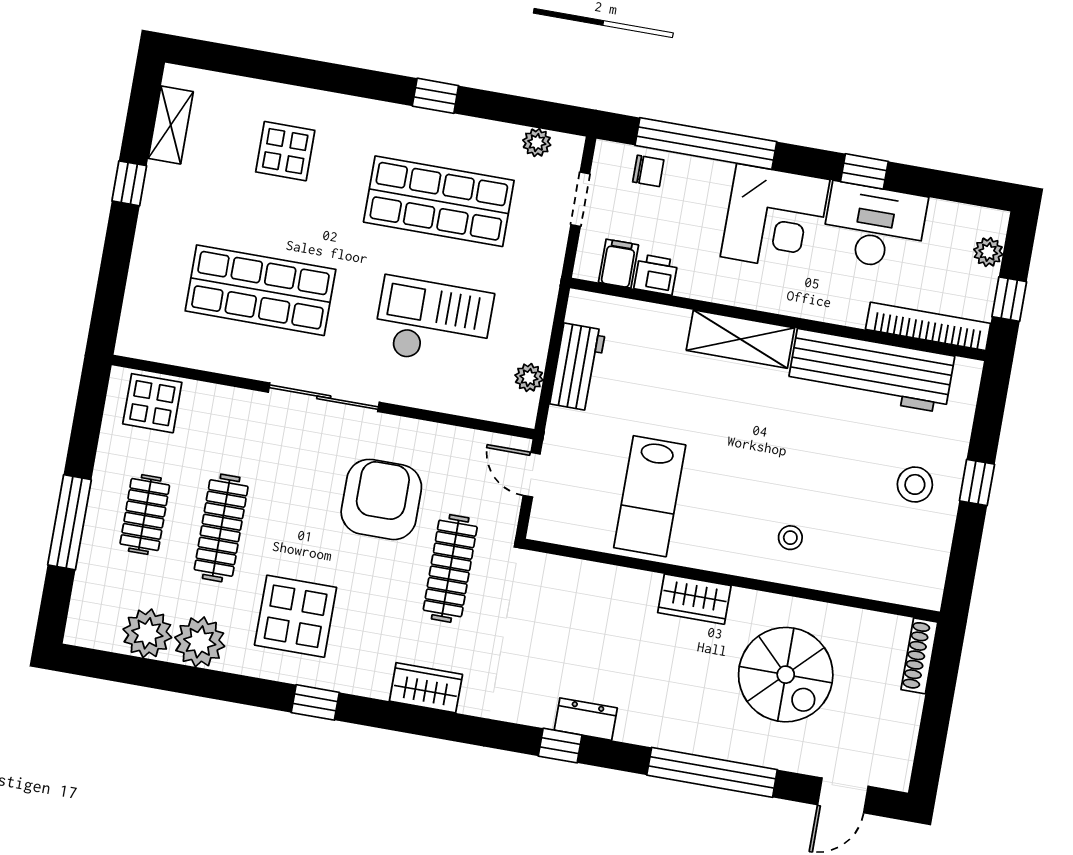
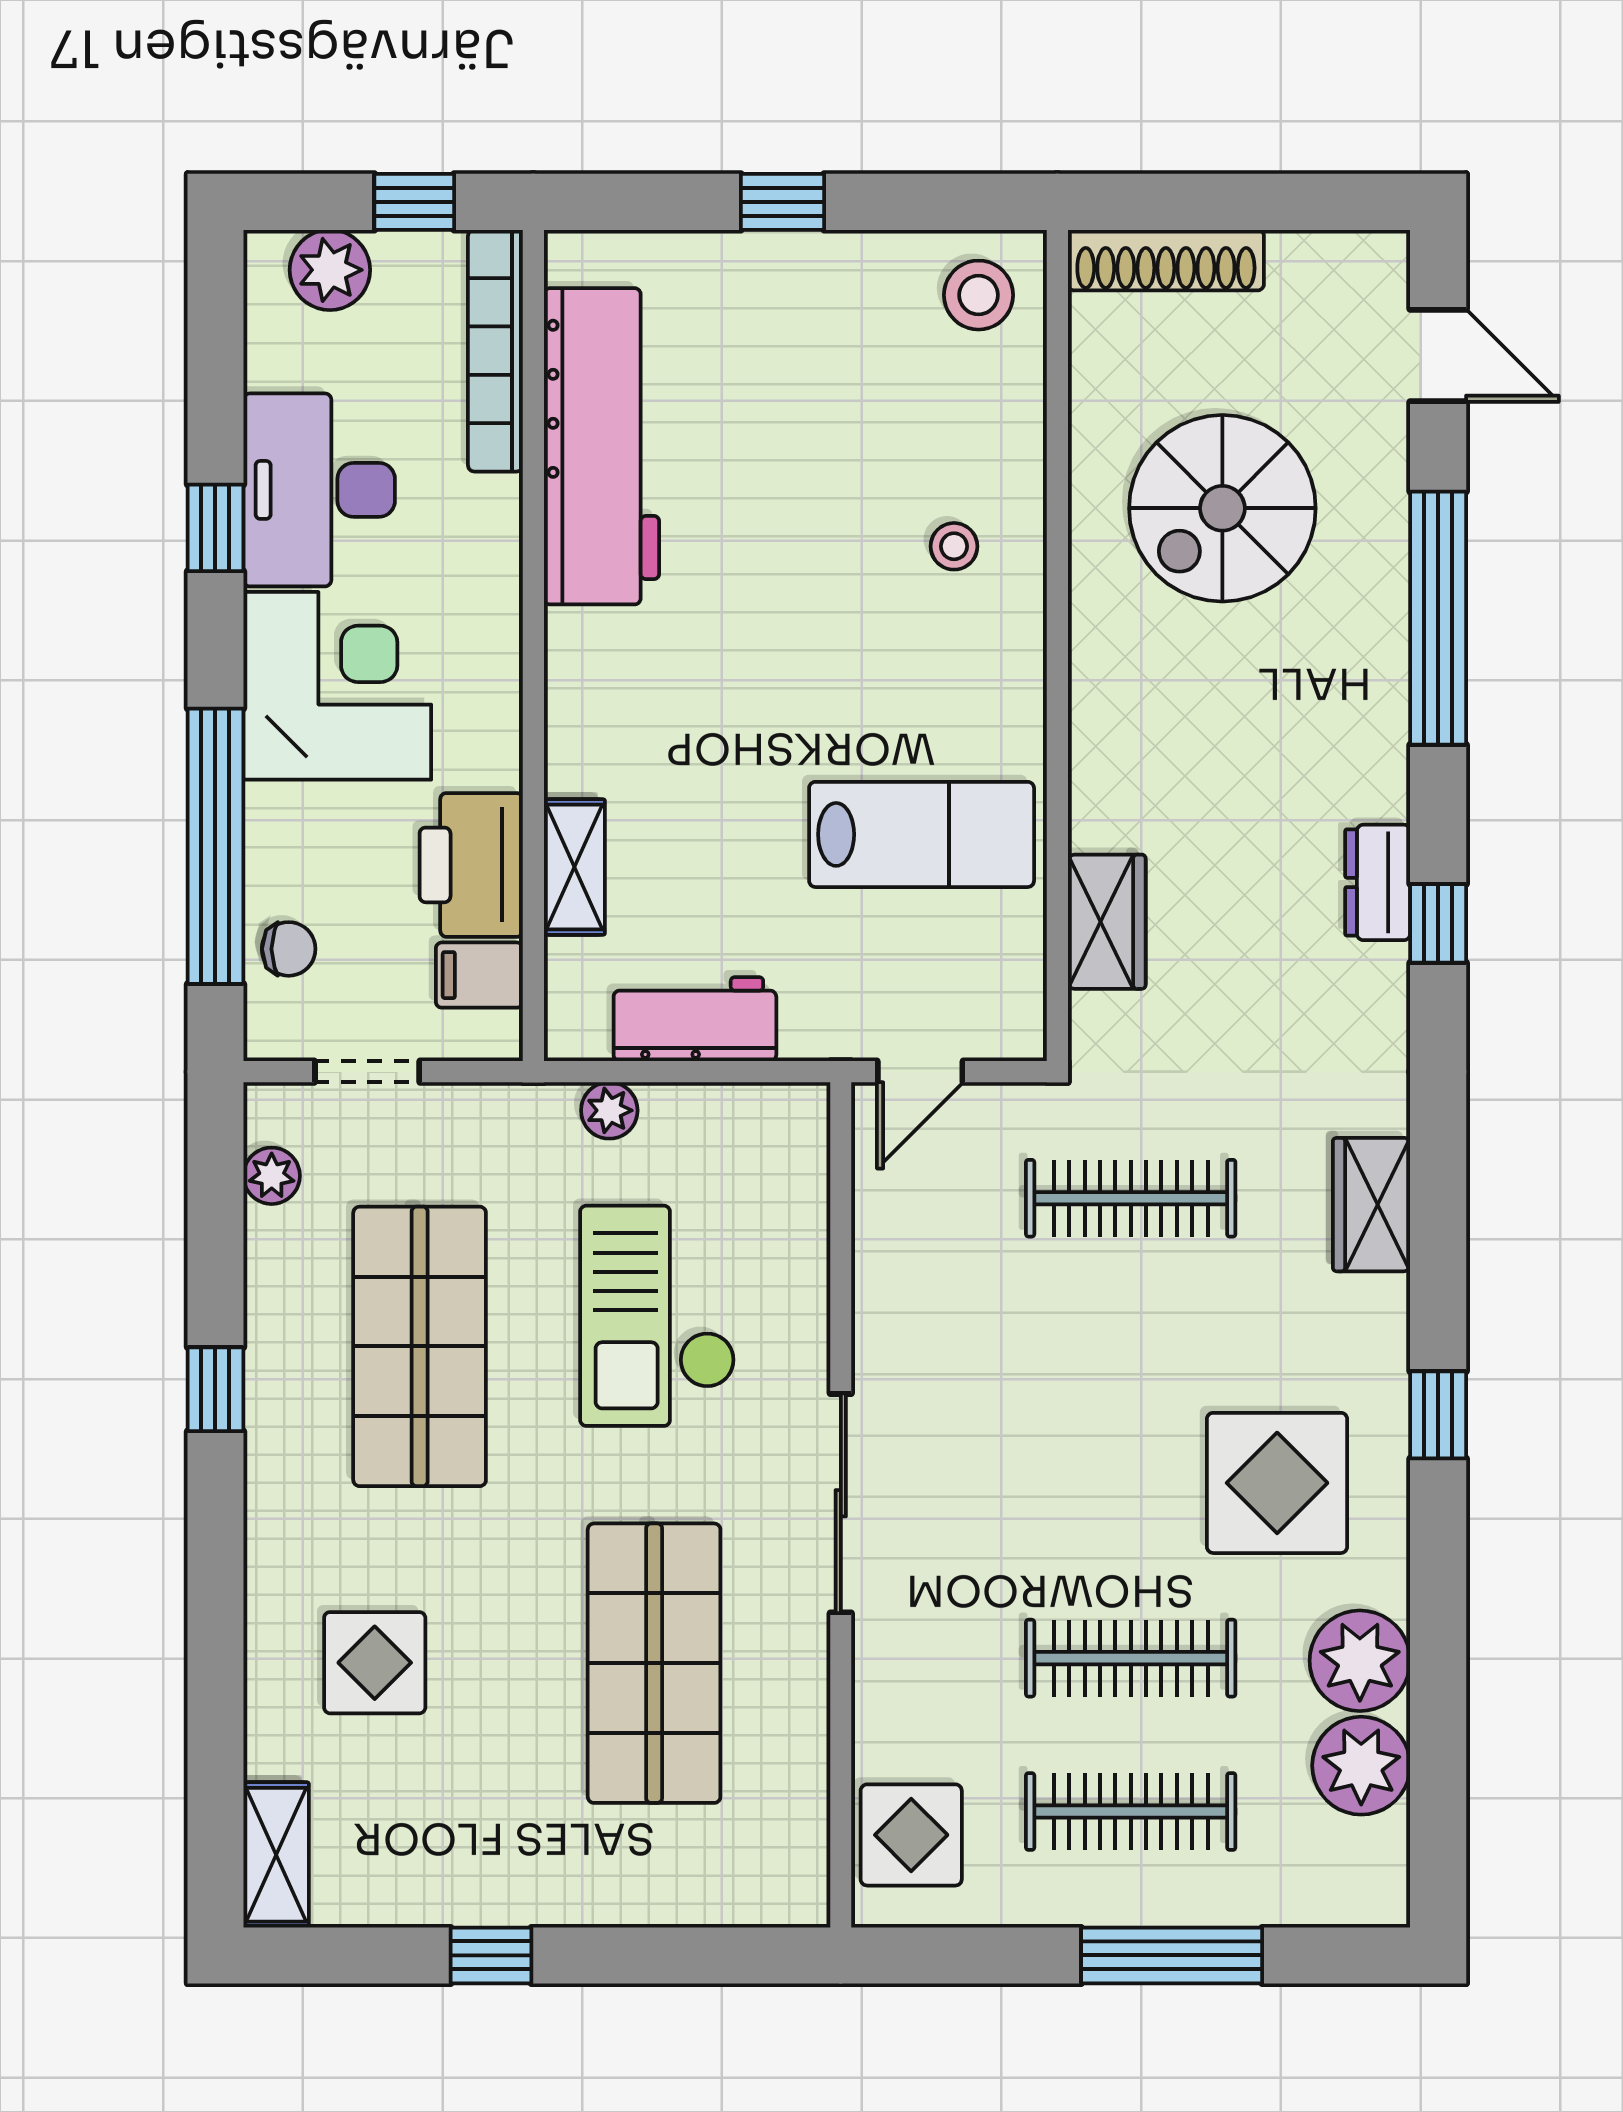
shelving: (171, 125) -> (276, 1855), moved, turned 90
chair: (648, 171) -> (289, 949), turned 90
plant: (988, 252) -> (330, 270), width x1.38, depth x1.38
printer: (656, 275) -> (471, 865), width x1.87, depth x1.48
shelving: (740, 339) -> (574, 867), moved, width x0.67, depth x0.75
plant: (529, 378) -> (609, 1110), moved
stool: (915, 484) -> (979, 295), moved
armchair: (381, 499) -> (1020, 1356), removed
clothes rail: (145, 515) -> (1131, 1811), width x1.36
wardrobe: (694, 599) -> (1107, 922), moved
shoe rack: (919, 656) -> (1166, 260), width x1.36, depth x1.24
spiral stairs: (786, 675) -> (1222, 508), turned 180

